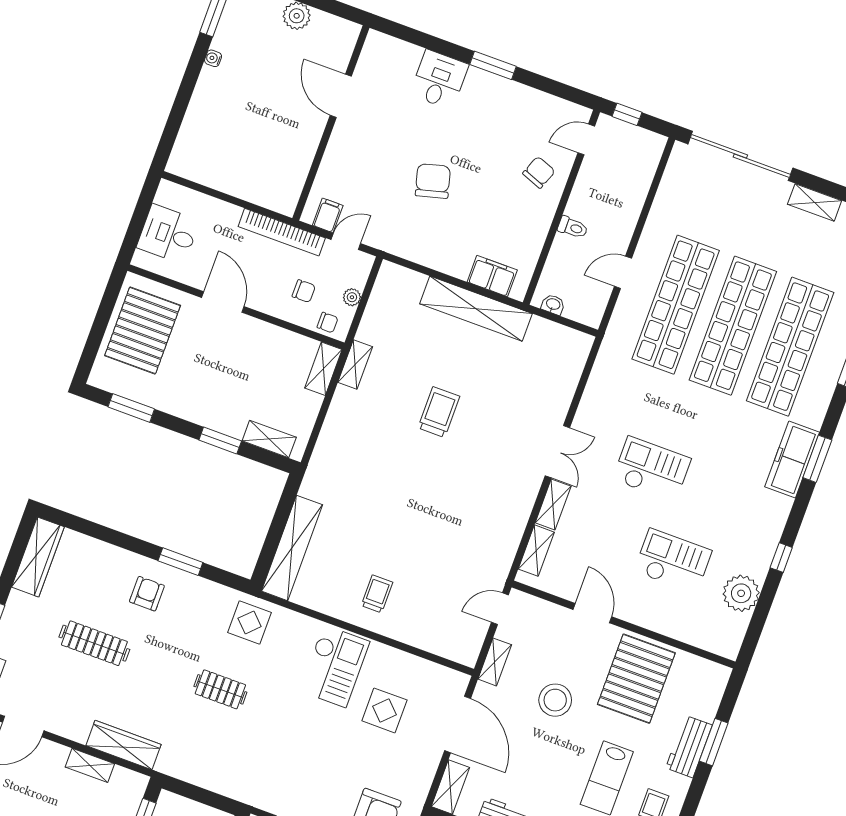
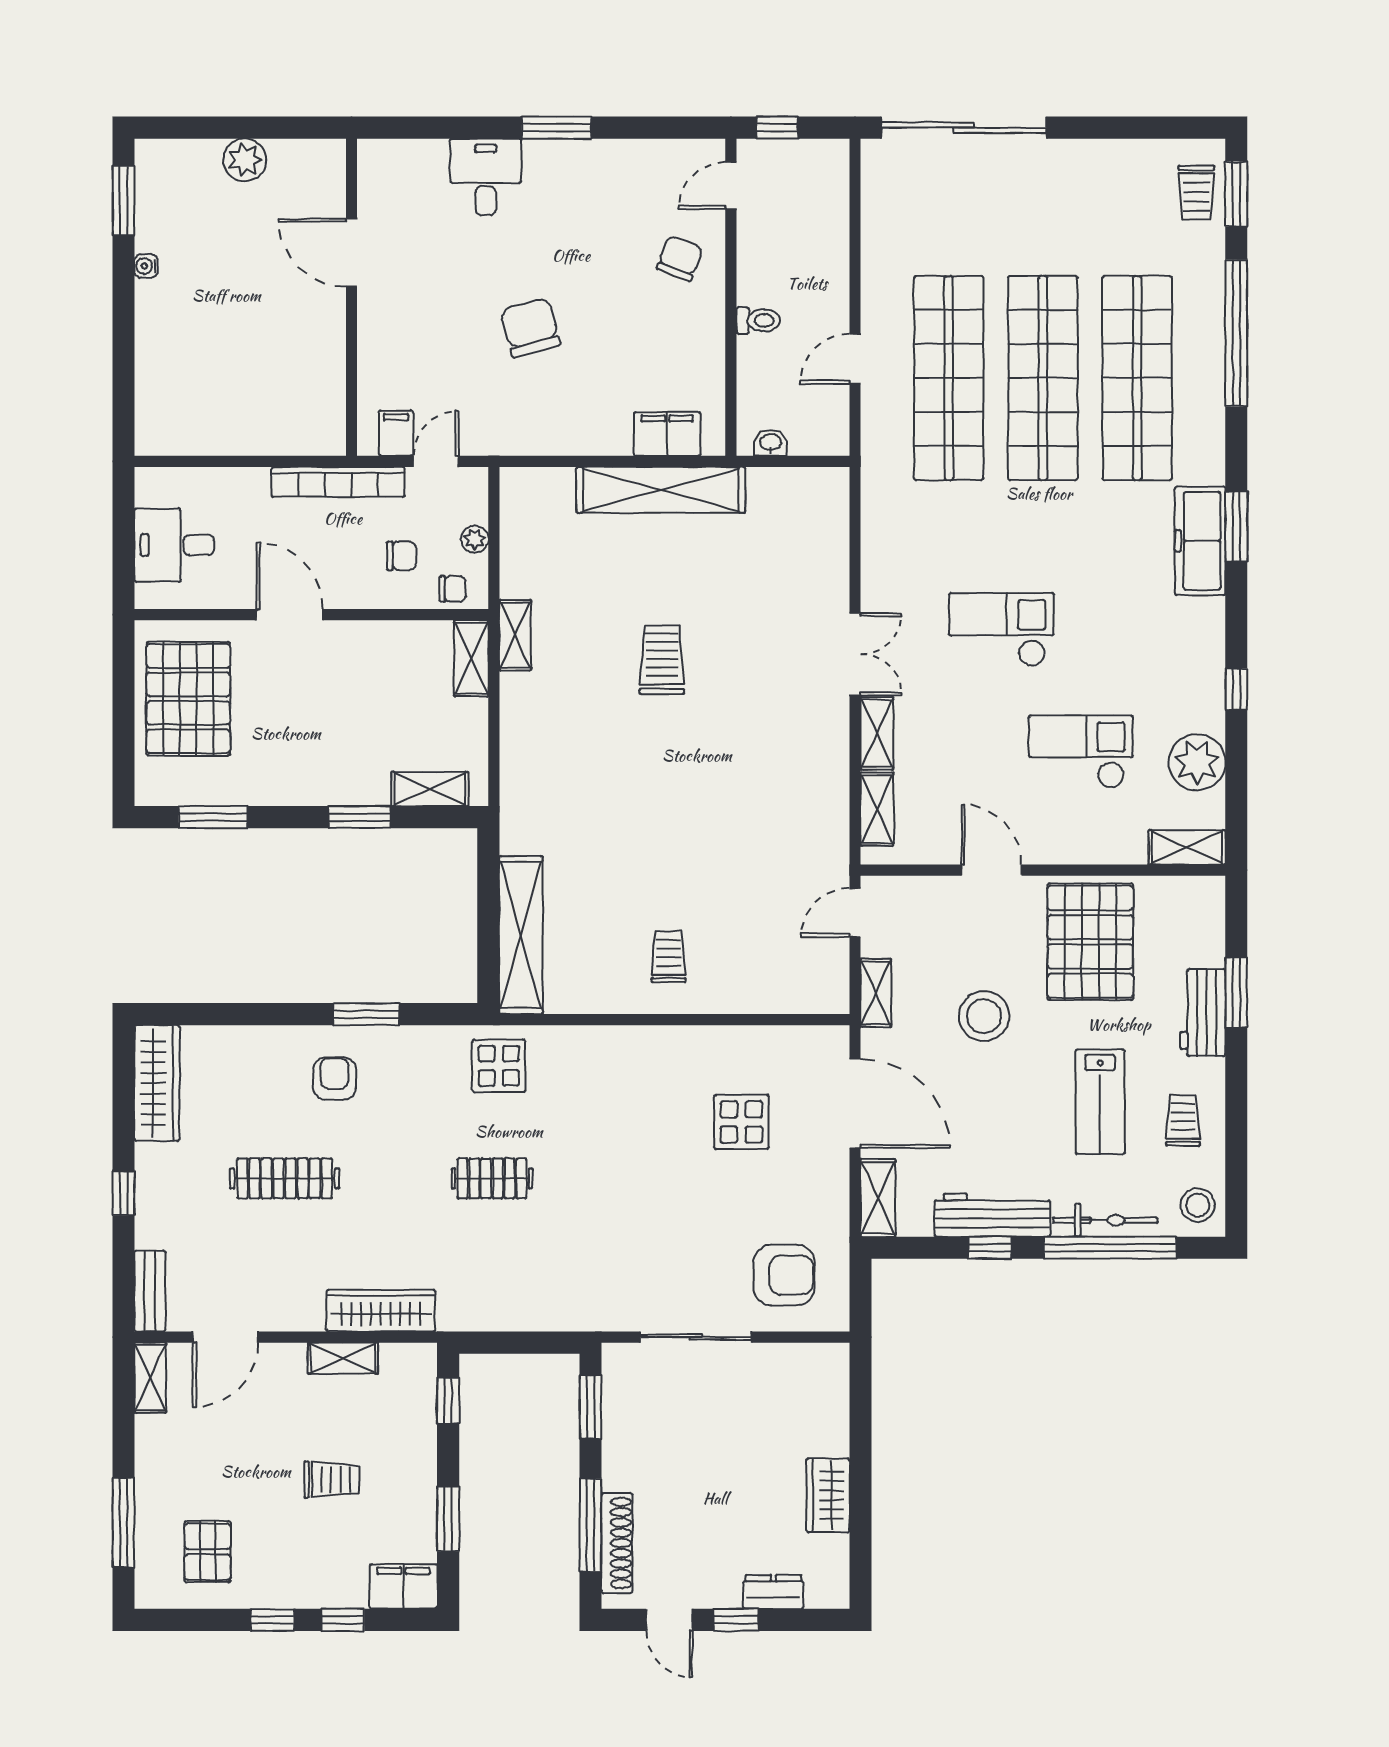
shelving: (815, 202) -> (1187, 847), moved
checkout: (335, 666) -> (645, 1084), removed

